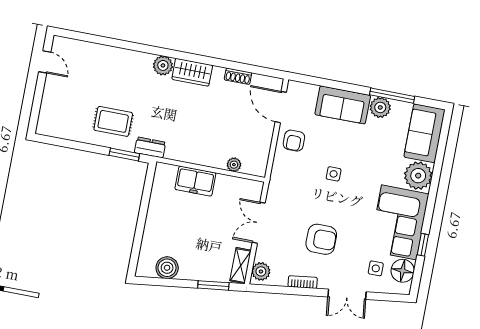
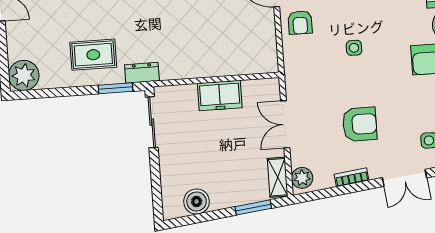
plant: (234, 165) -> (24, 75), moved, width x1.88, depth x1.88
freezer: (195, 181) -> (220, 96), moved
sliding door: (147, 191) -> (152, 122), added

